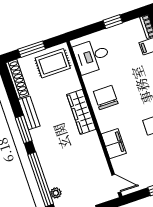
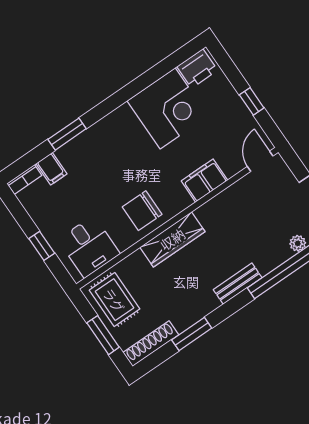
window: (113, 22) -> (42, 246), moved
bench: (29, 113) -> (238, 284), moved
window: (24, 129) -> (192, 334), moved

